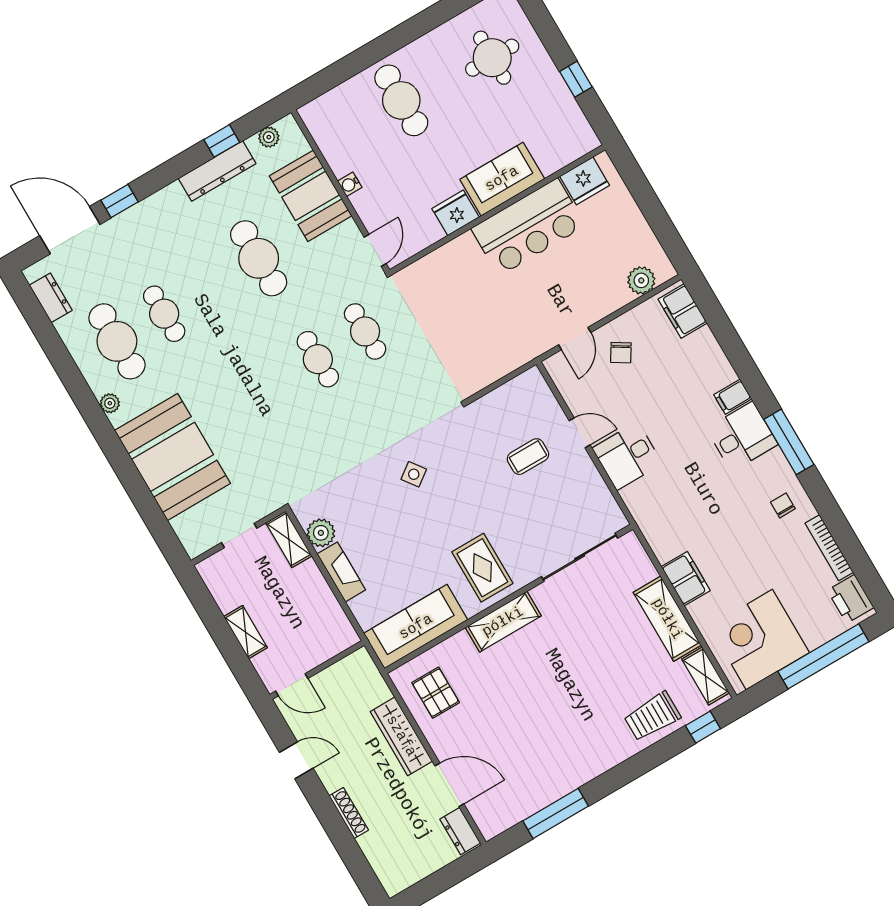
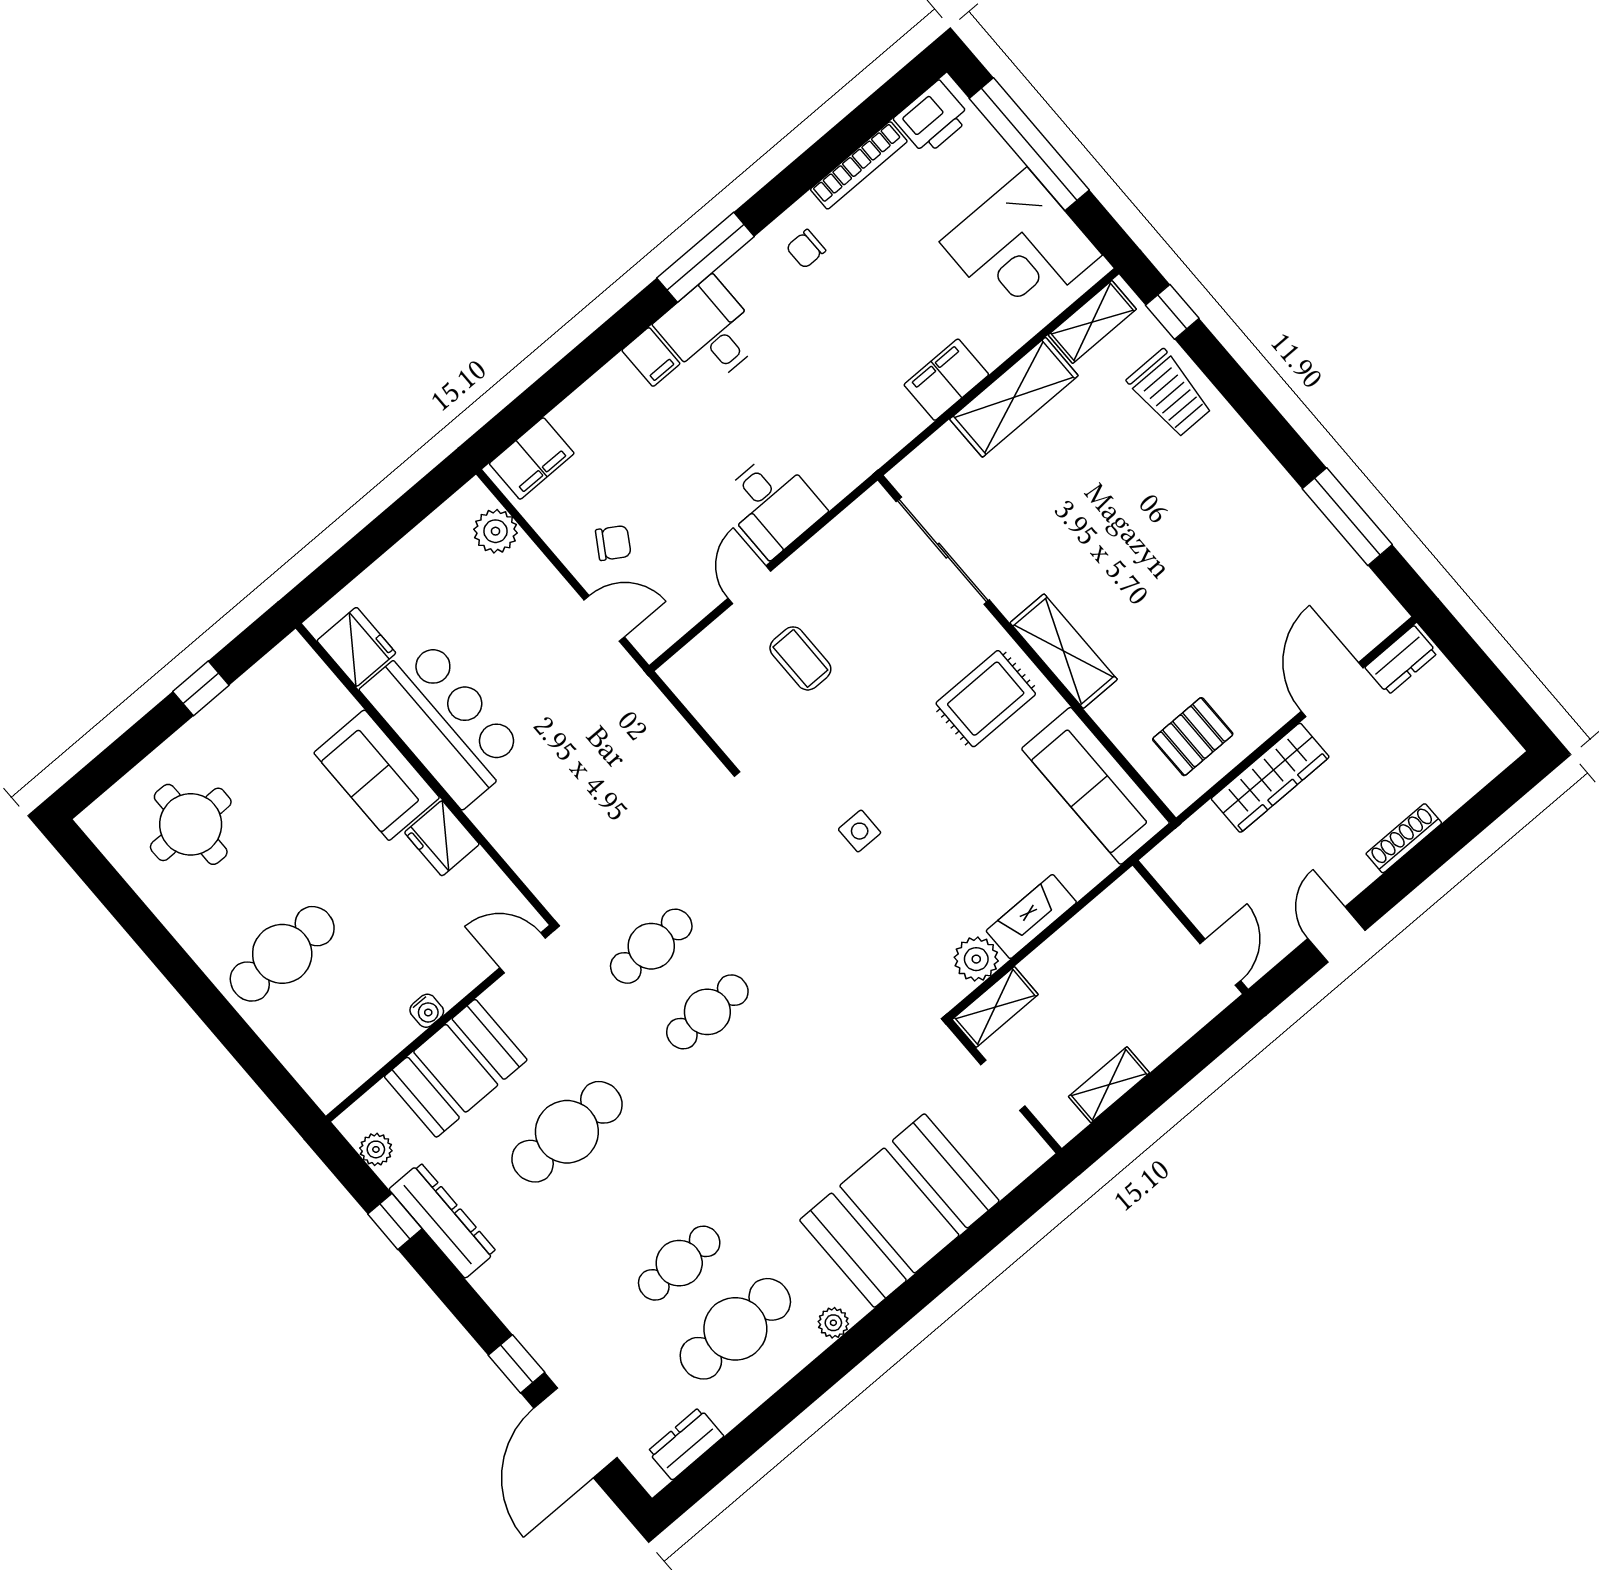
side table: (414, 474) -> (860, 831), turned 36
shelving: (246, 632) -> (1109, 1085), moved

